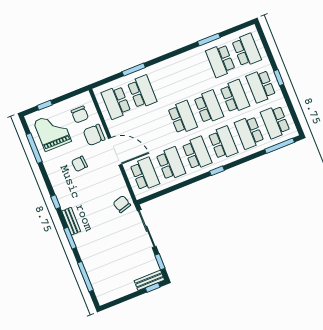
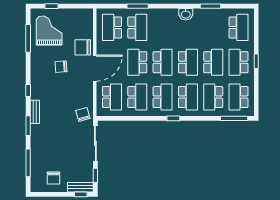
washbasin: (187, 58) -> (186, 14), added
school desk: (220, 61) -> (137, 62), moved
chair: (80, 115) -> (54, 178), moved
door: (115, 151) -> (95, 68), hinge flipped

